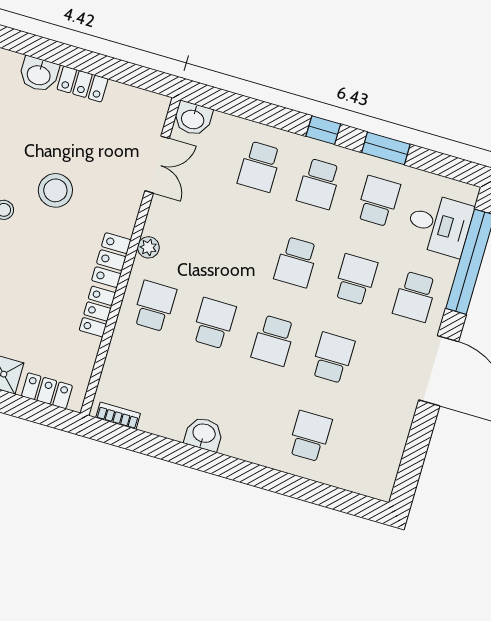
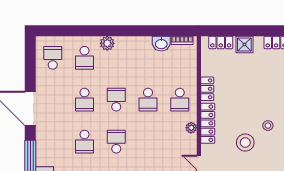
locker: (111, 260) -> (208, 123), width x1.53
school desk: (415, 297) -> (53, 58), moved
washbasin: (204, 434) -> (161, 44), moved
plant: (260, 451) -> (107, 43), added

